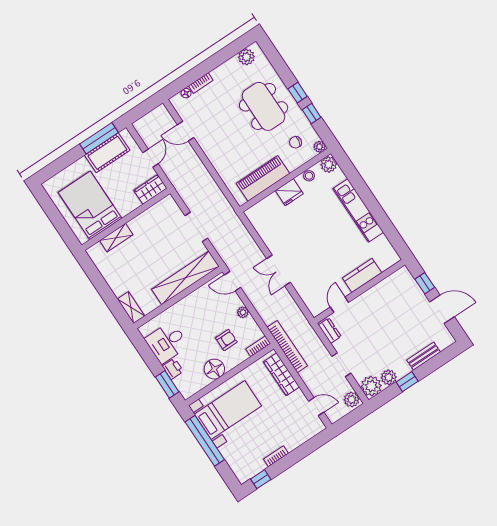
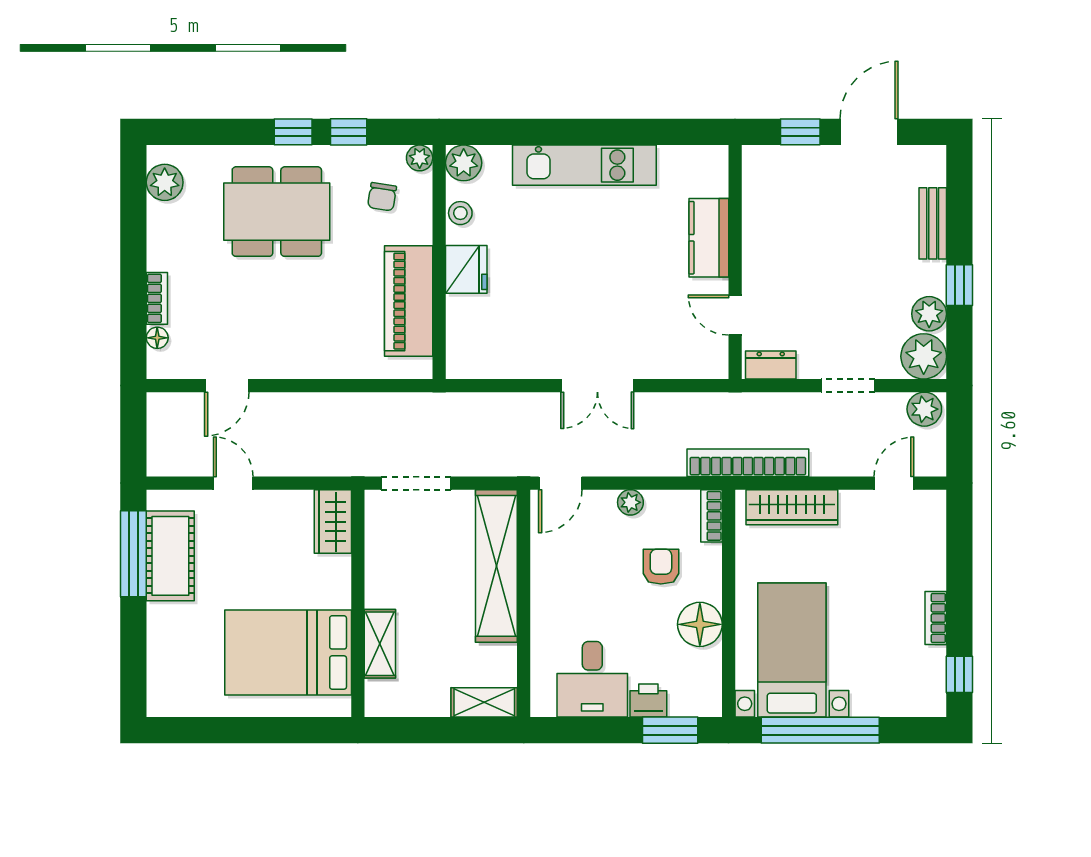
wardrobe: (150, 189) -> (333, 522), moved
bed: (90, 205) -> (288, 652), moved
wall: (126, 219) -> (358, 603), moved
shelving: (116, 238) -> (380, 644), moved

